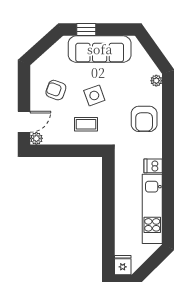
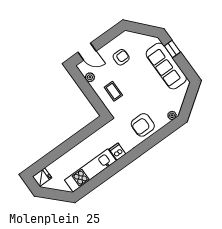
armchair: (56, 90) -> (121, 57), turned 70
side table: (94, 95) -> (135, 84), removed
plant: (36, 138) -> (90, 77), moved

